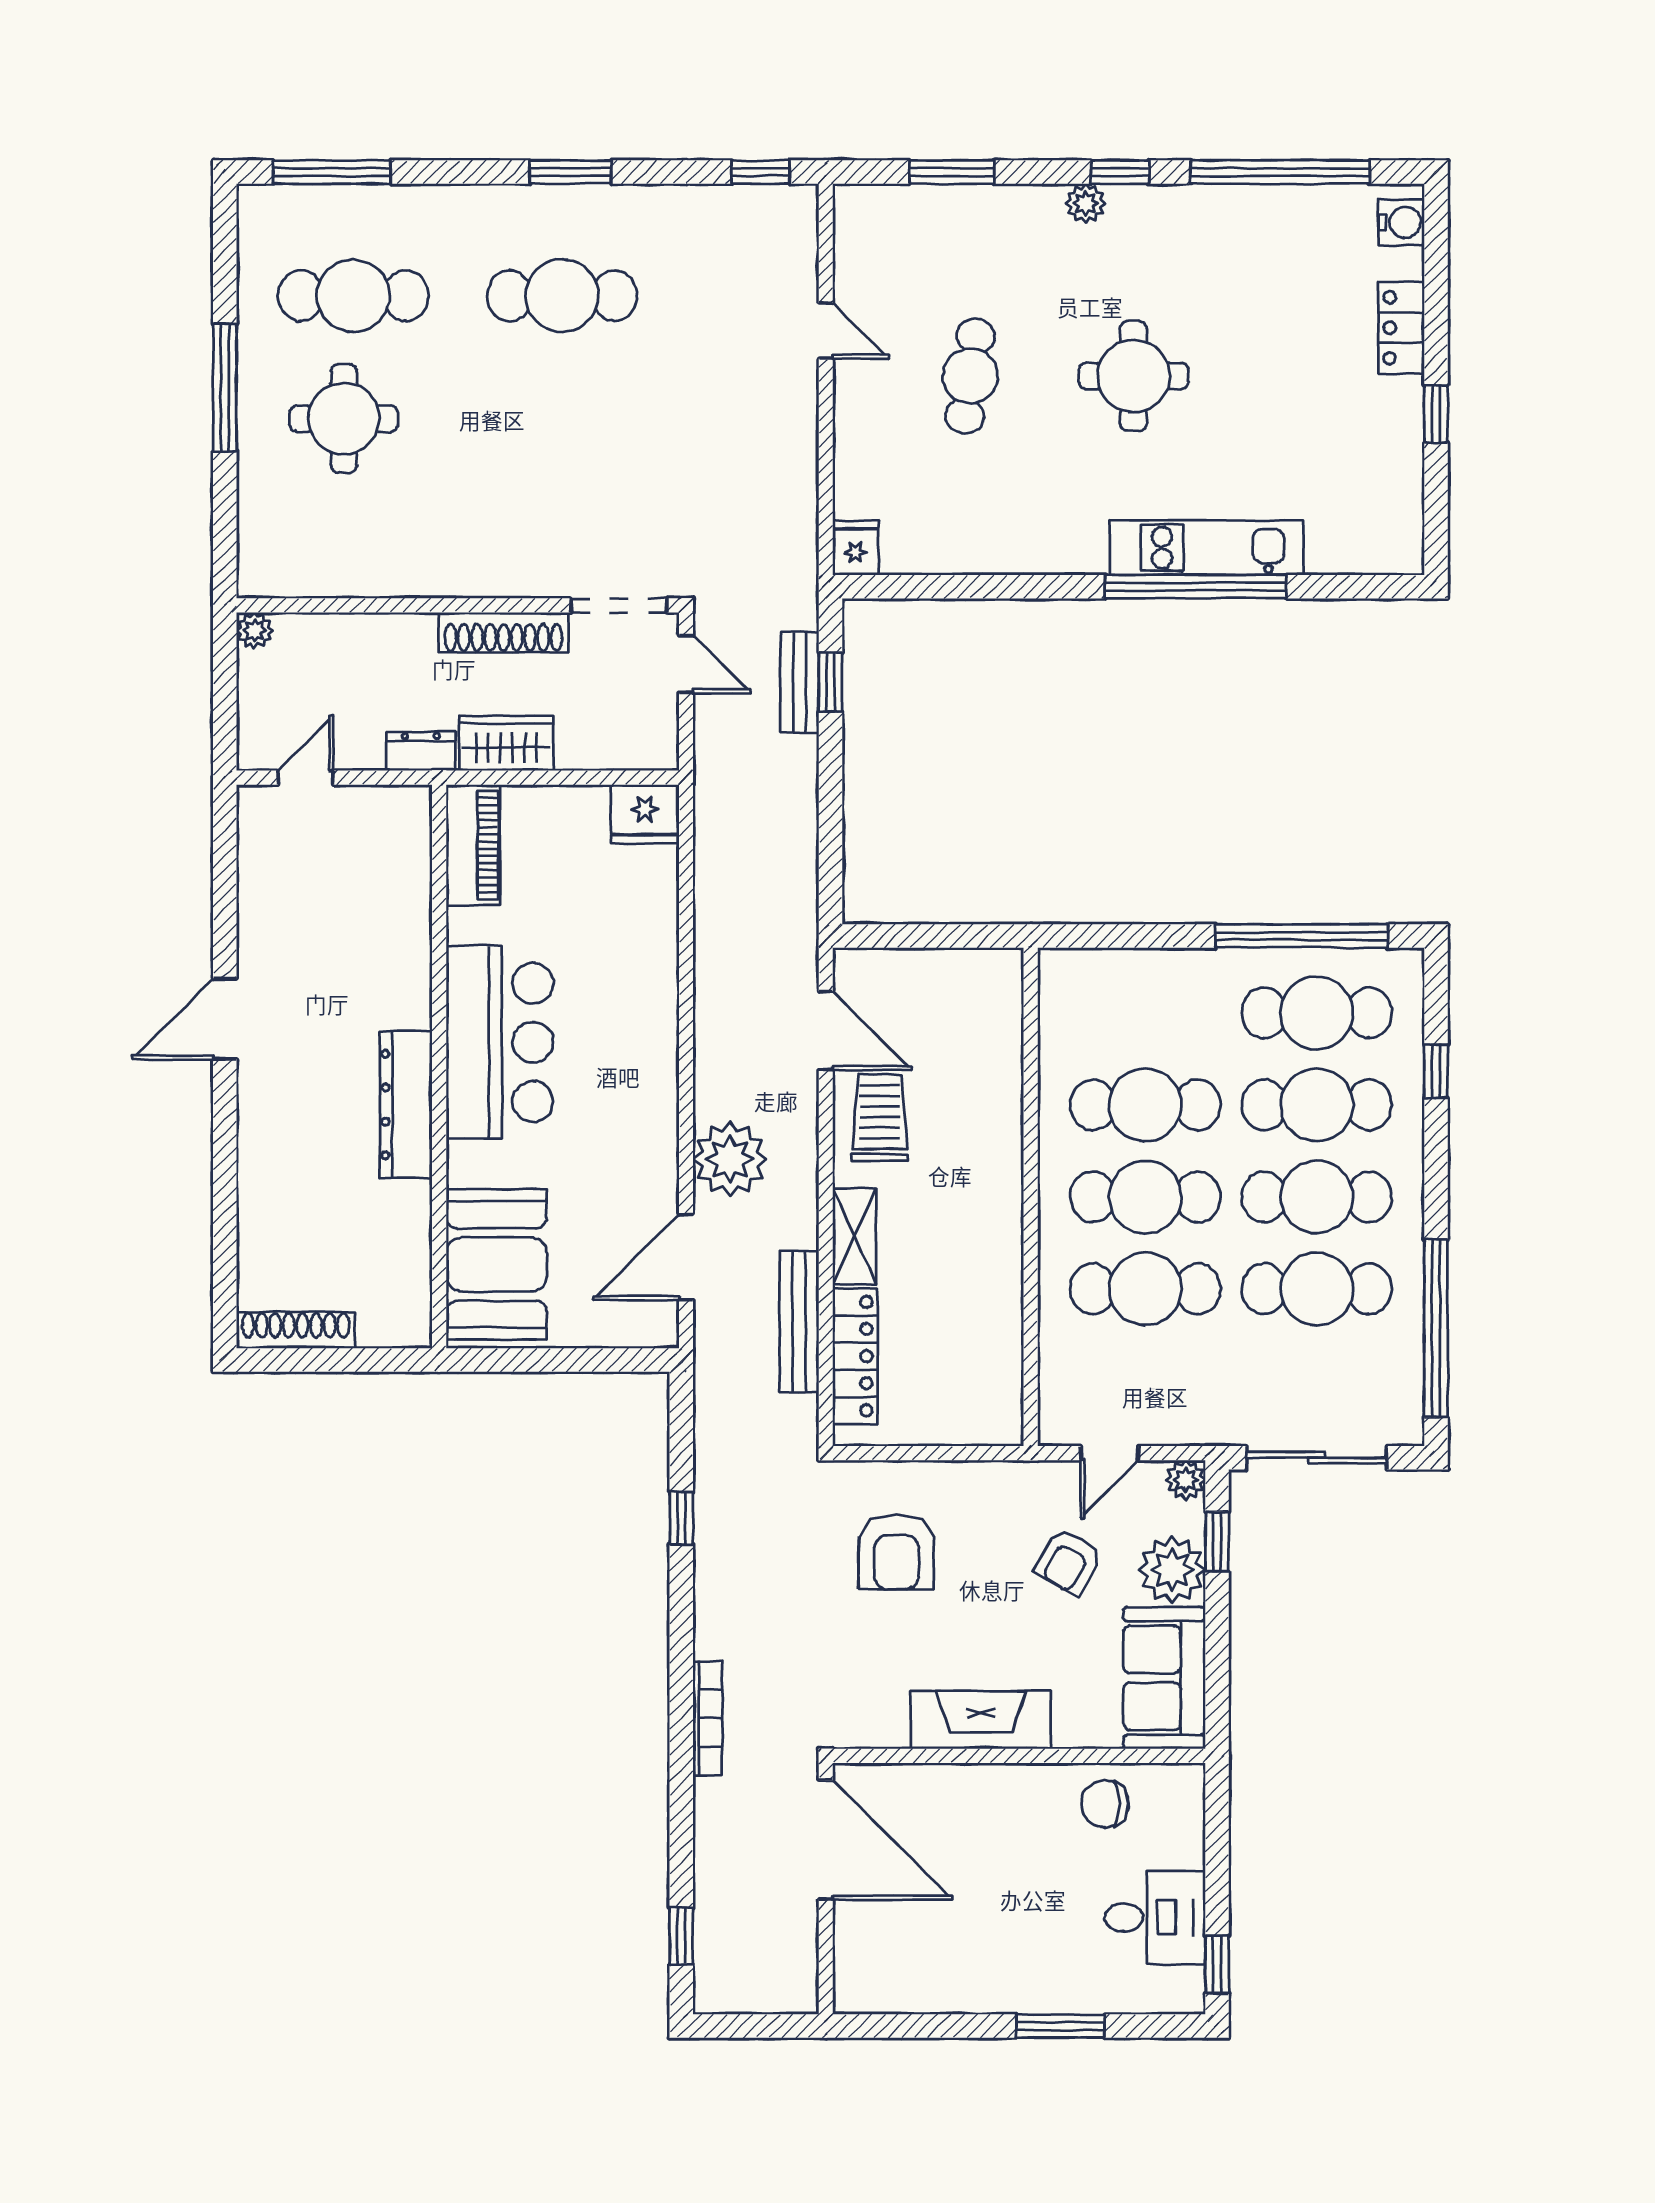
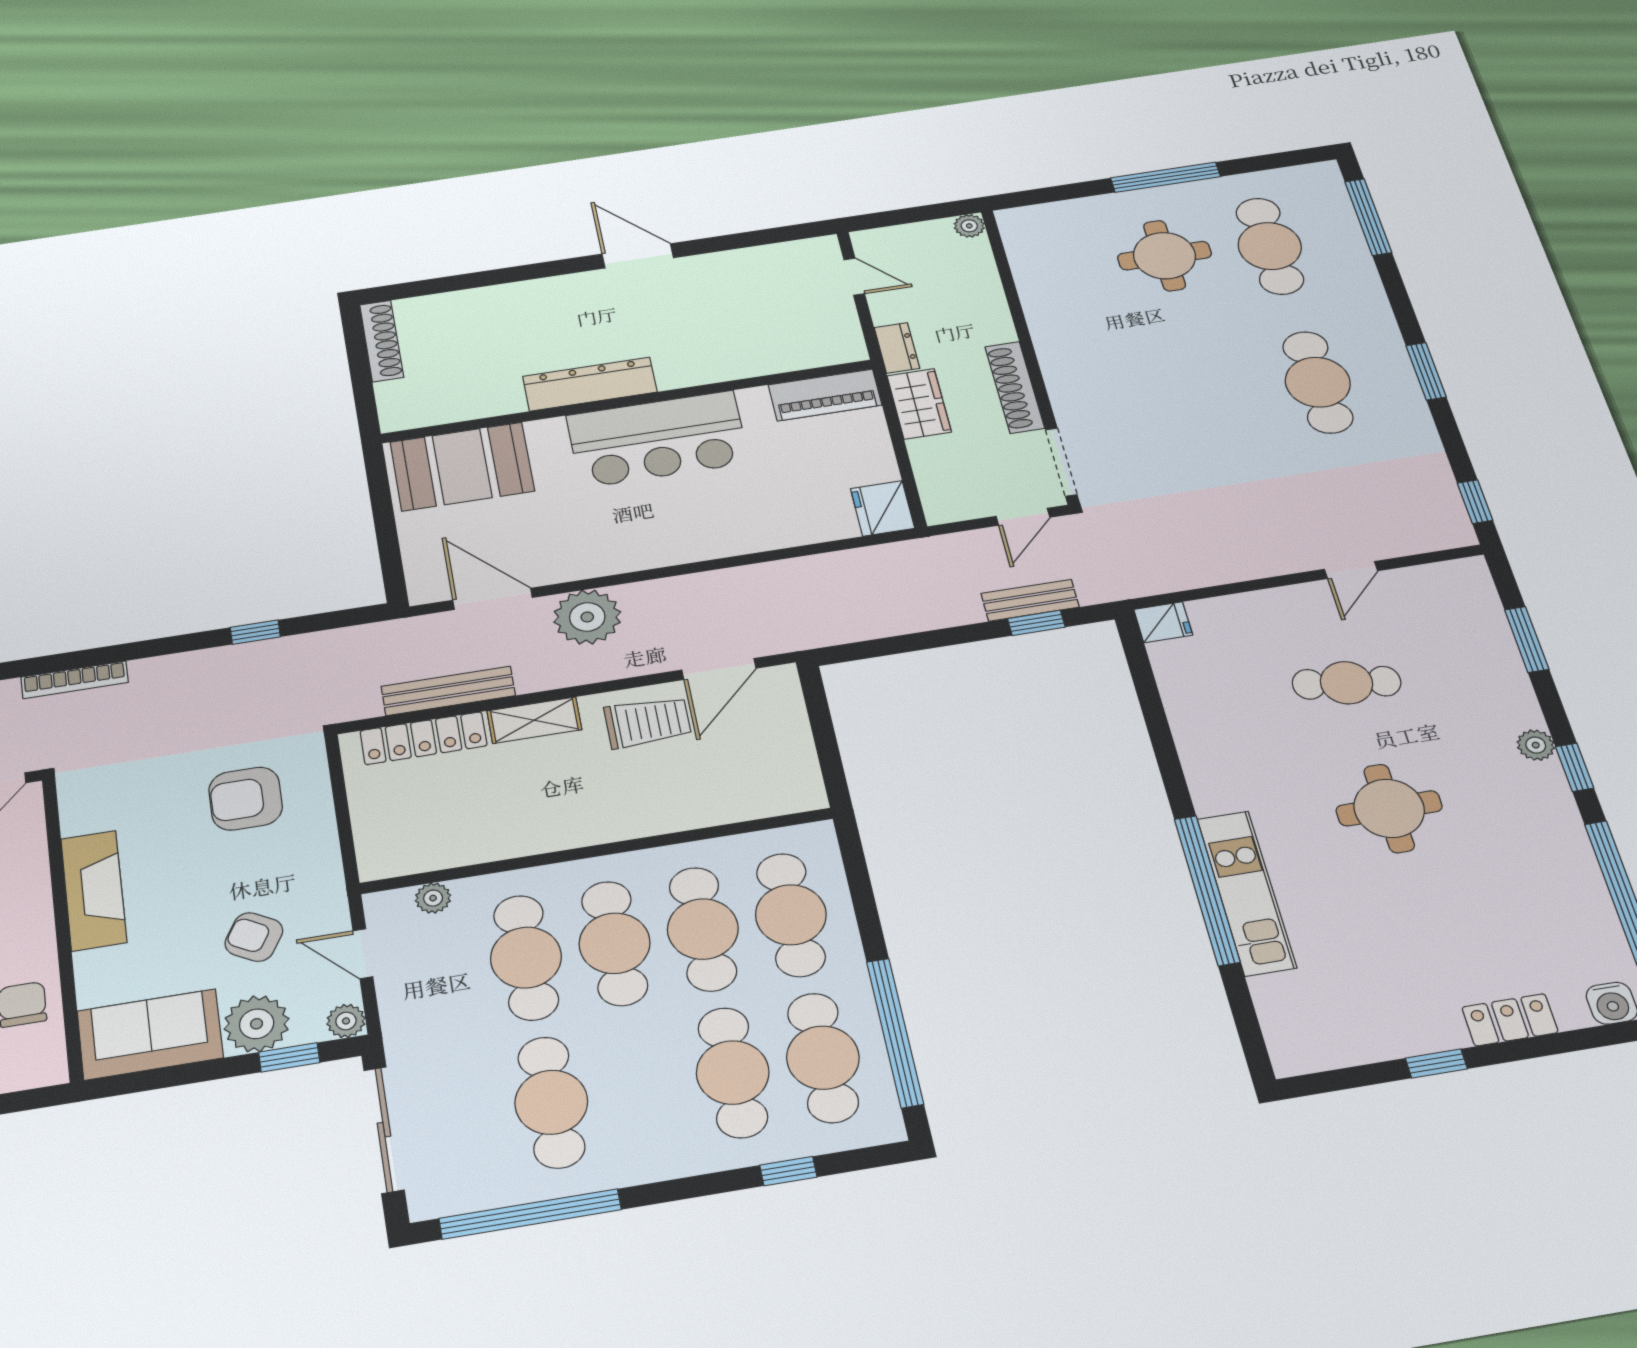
cafe table: (1317, 1197) -> (791, 915), moved
plant: (1056, 1373) -> (433, 898), added

